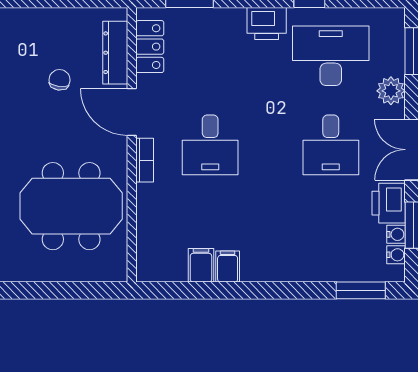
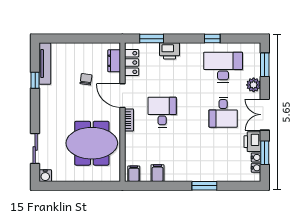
printer: (267, 24) -> (170, 51), moved
dresser: (115, 53) -> (114, 61), width x0.70
desk: (210, 145) -> (162, 112), turned 180
filing cabinet: (228, 267) -> (134, 174), moved
window: (361, 290) -> (204, 186), moved

